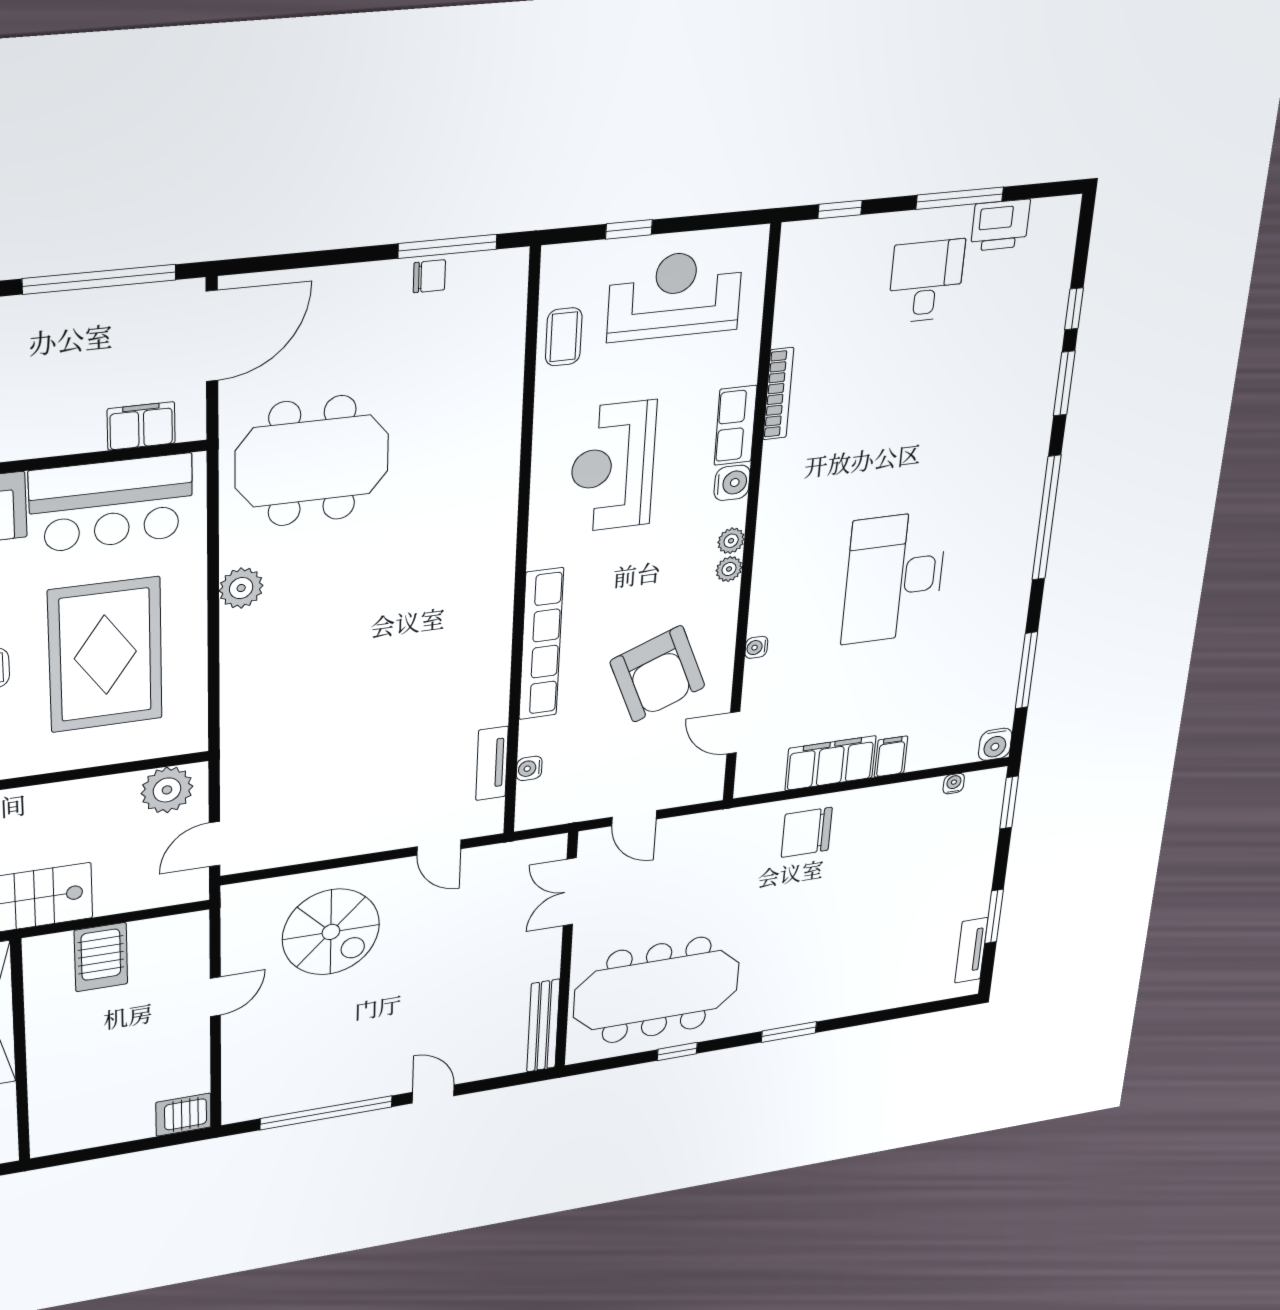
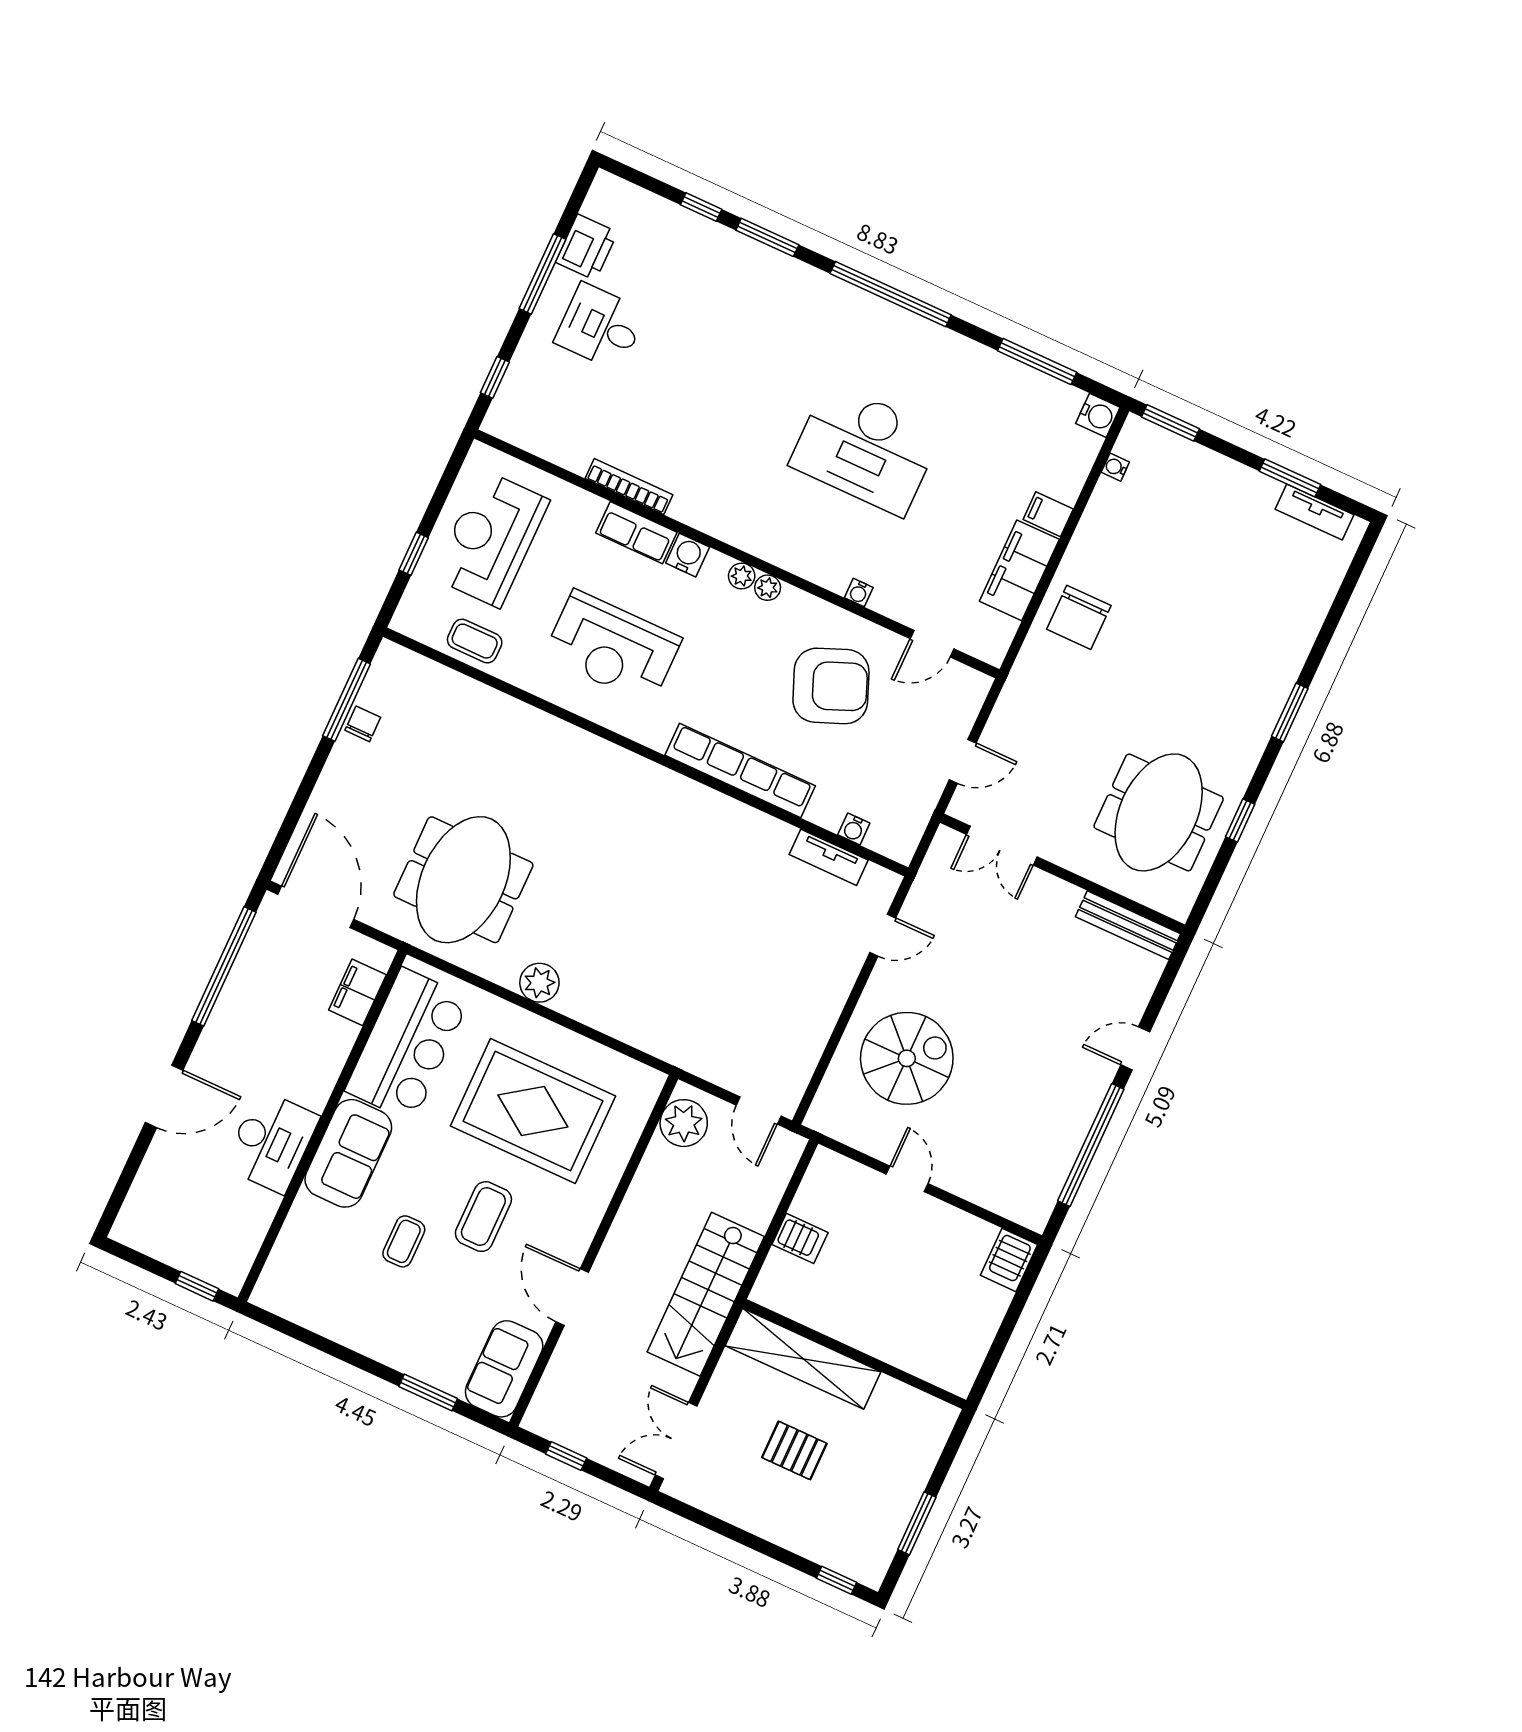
server rack: (101, 957) -> (800, 1238), width x0.73, depth x0.70
meeting table: (657, 990) -> (1159, 812), width x0.73

